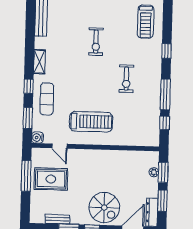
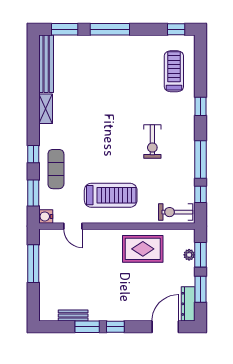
treadmill: (146, 22) -> (174, 71), turned 180
exercise bike: (96, 42) -> (176, 212), moved, turned 90
shelving: (39, 62) -> (46, 109), moved
rug: (51, 179) -> (143, 249), moved
spiral stairs: (104, 207) -> (130, 300), removed

